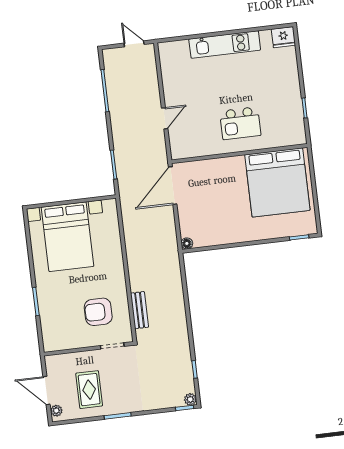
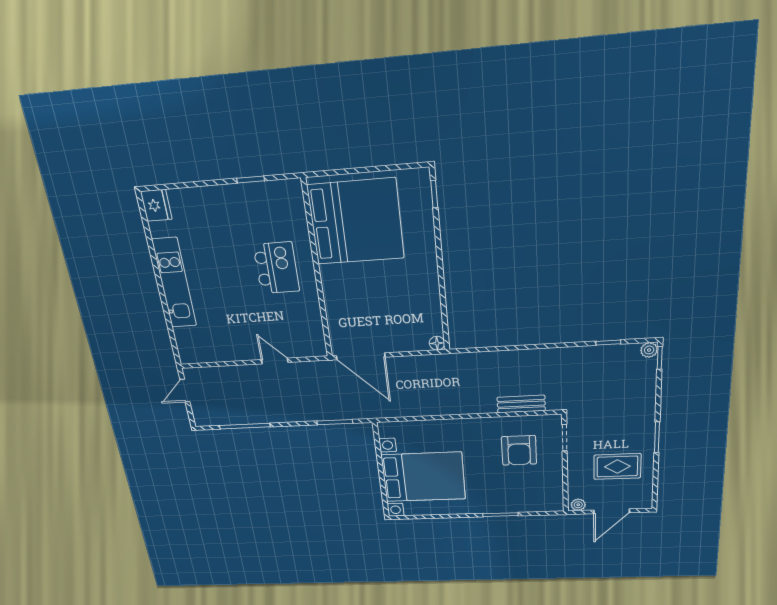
plant: (56, 411) -> (578, 505), moved

